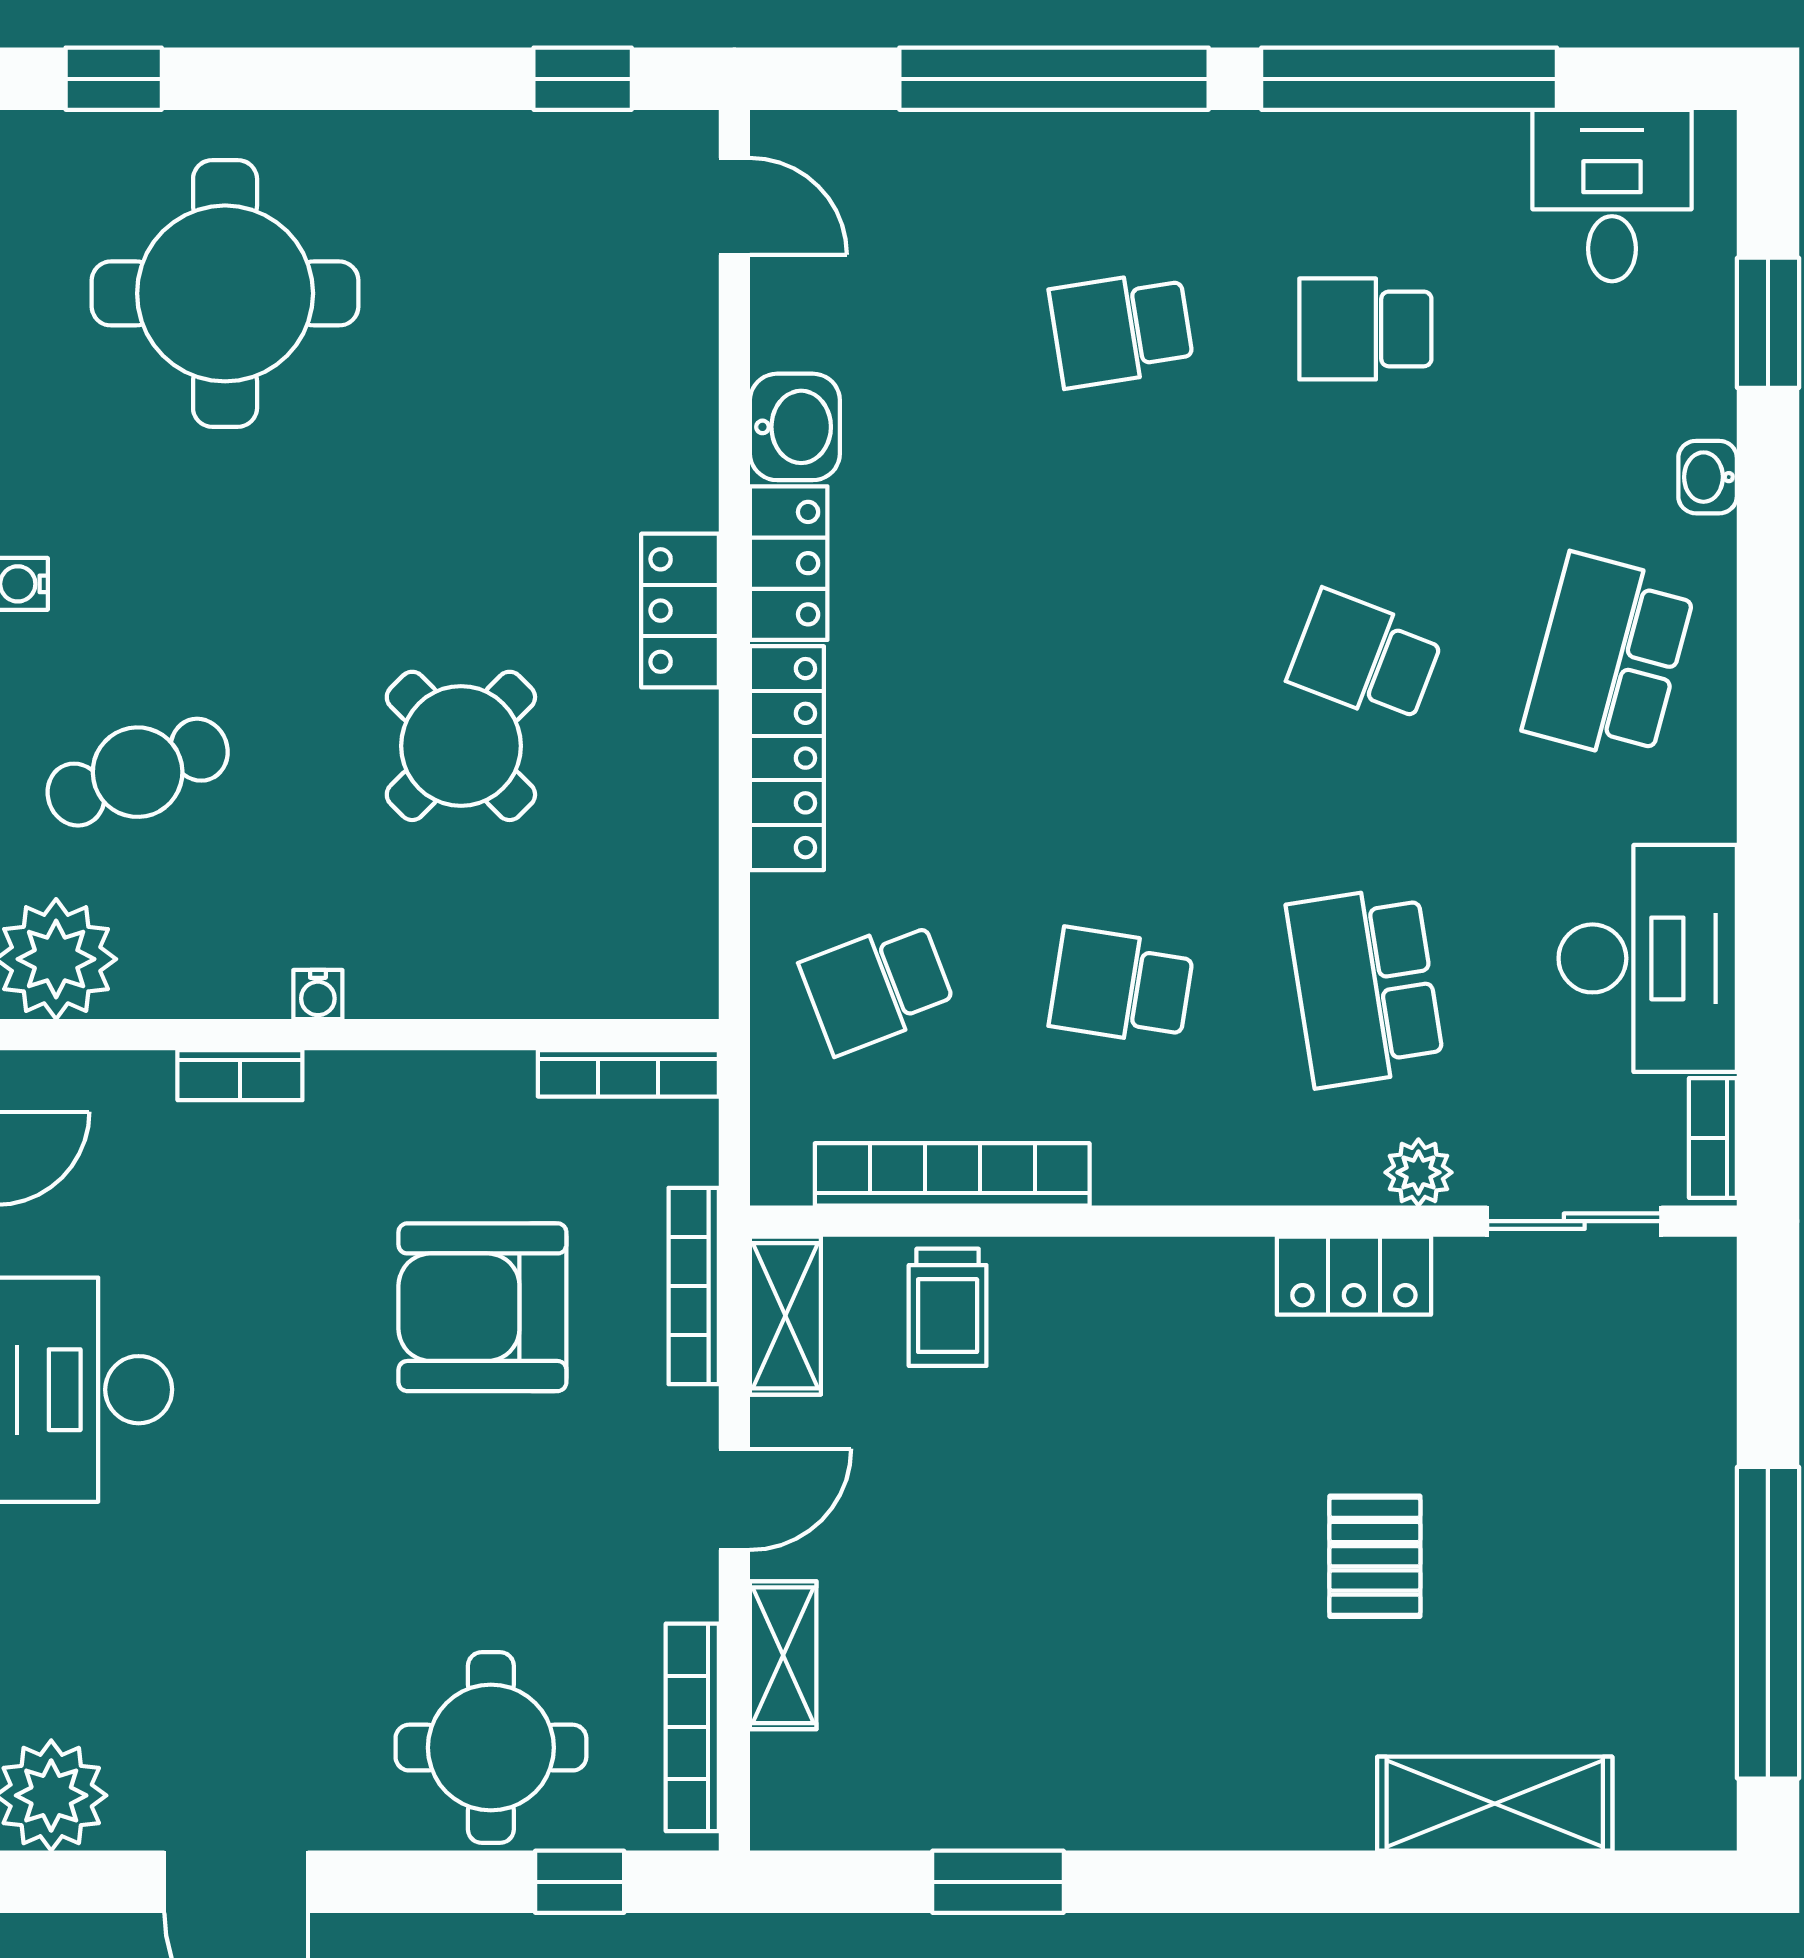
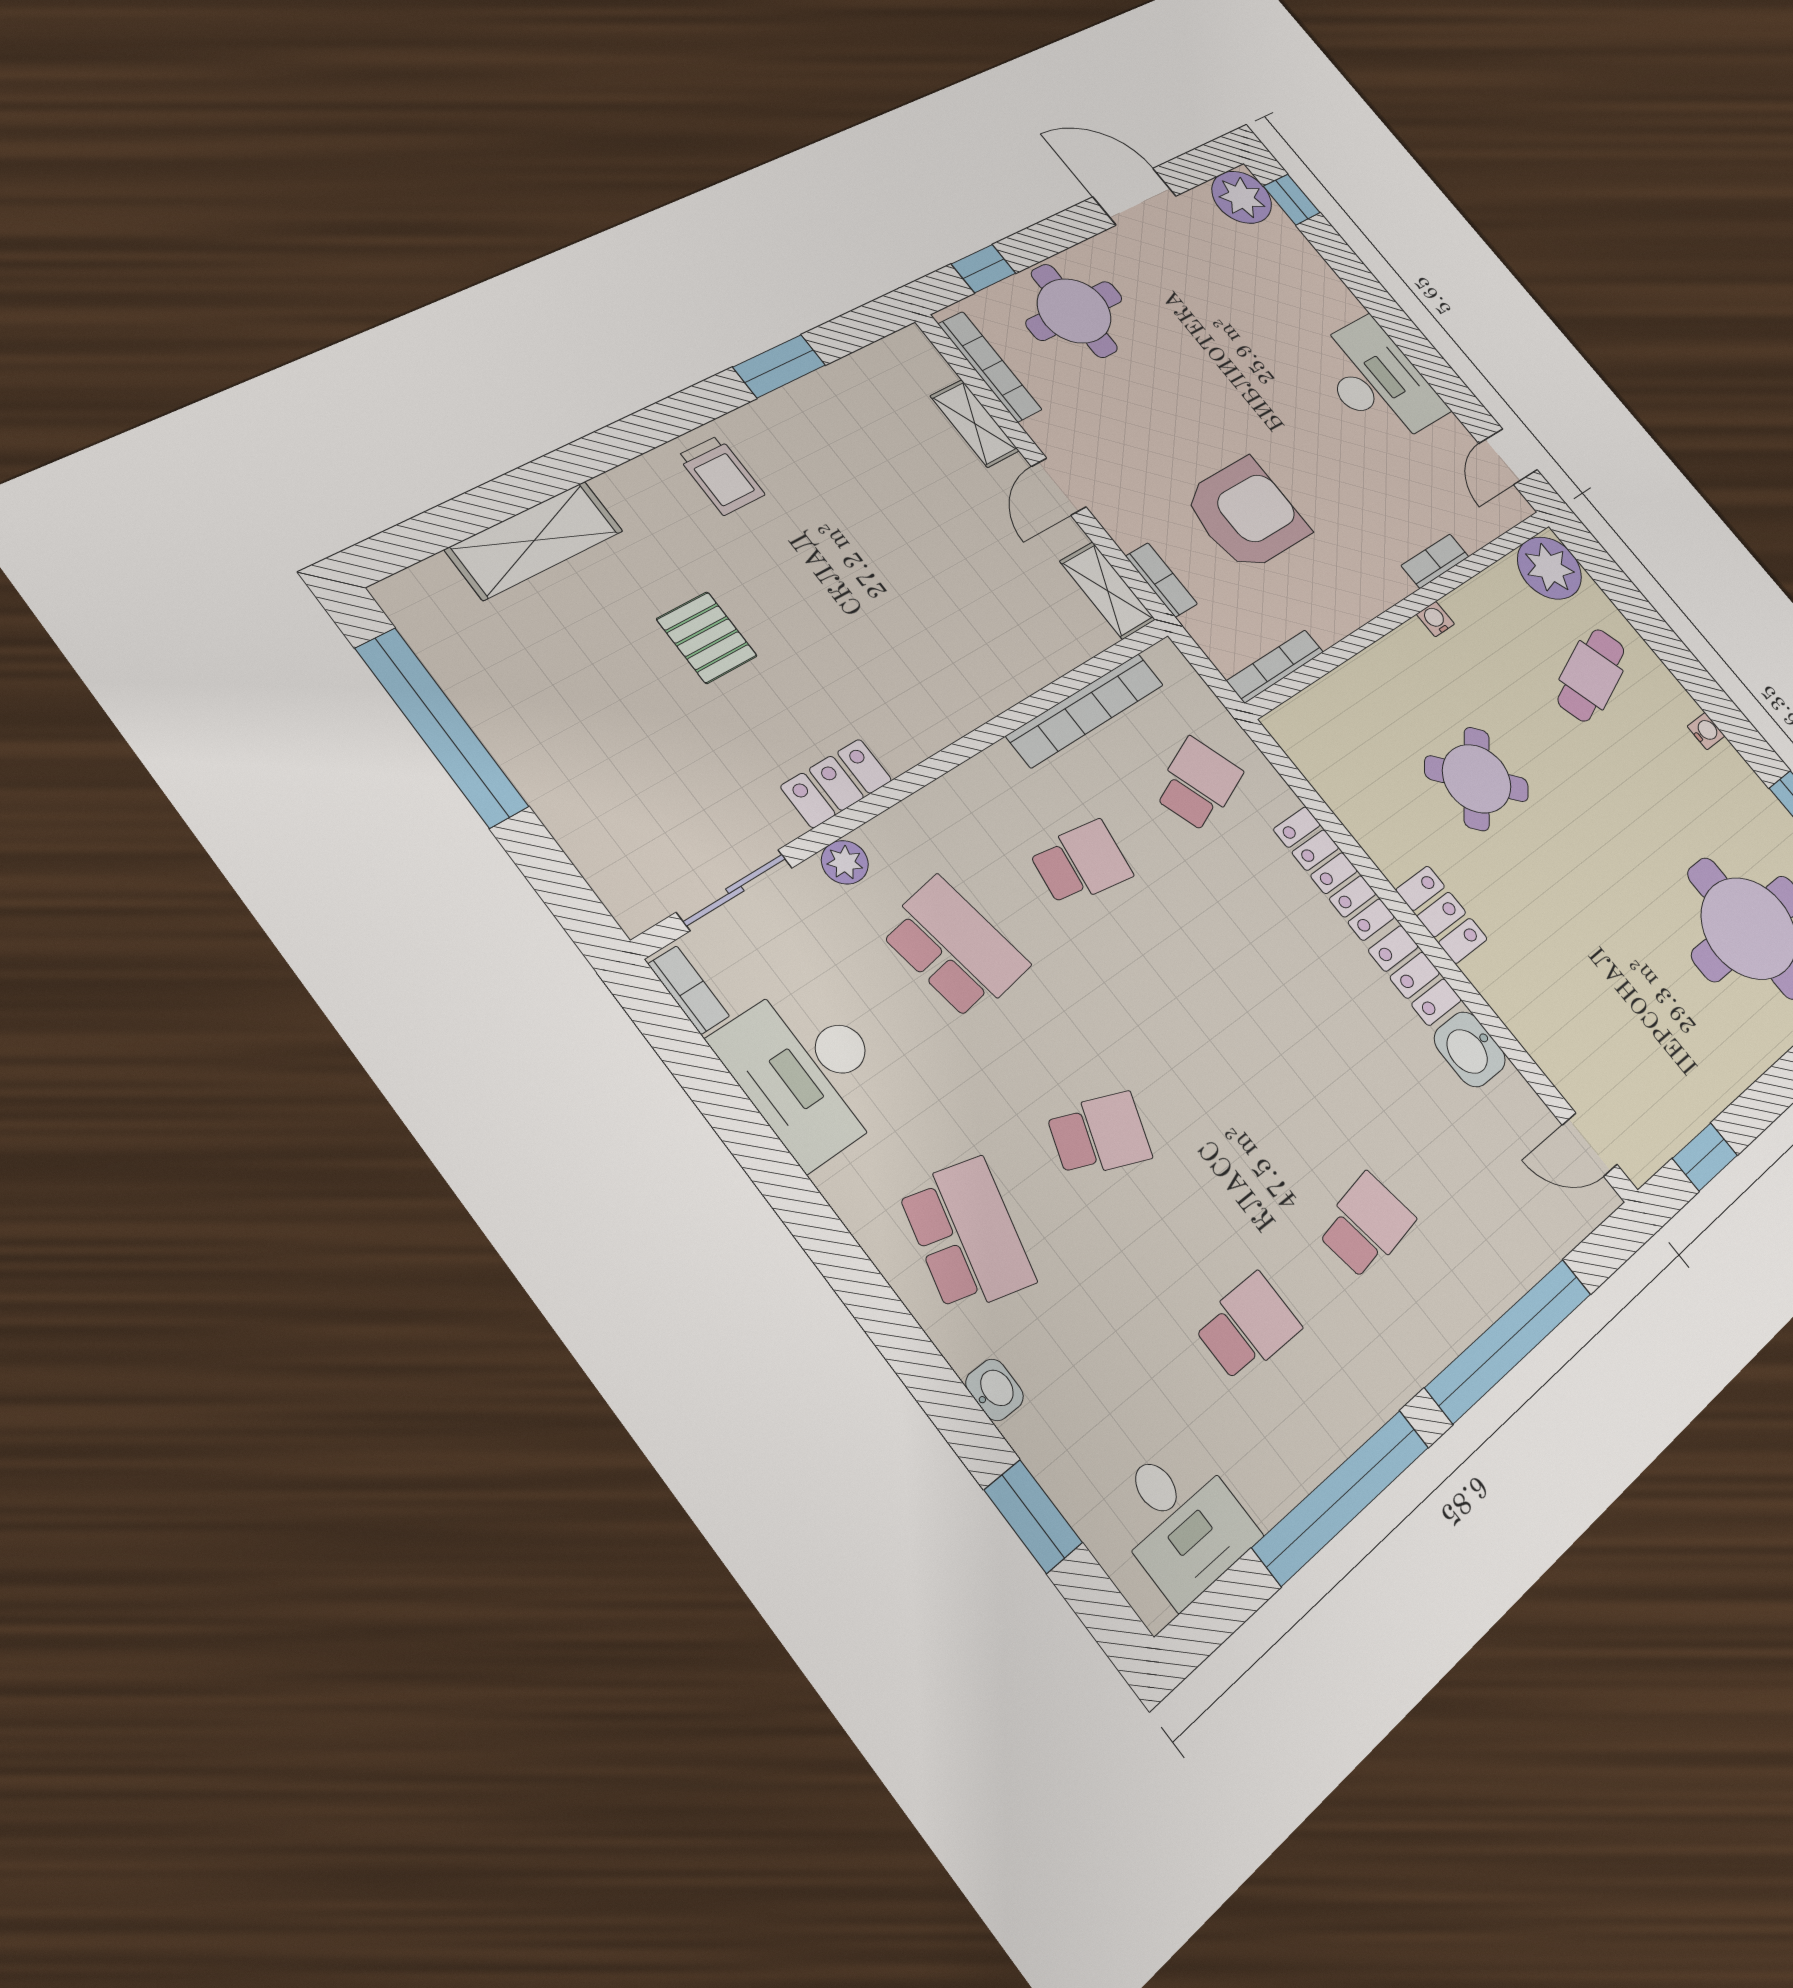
bookcase: (694, 1286) -> (1161, 580), width x0.64
trolley: (948, 1307) -> (721, 475), moved, turned 180

